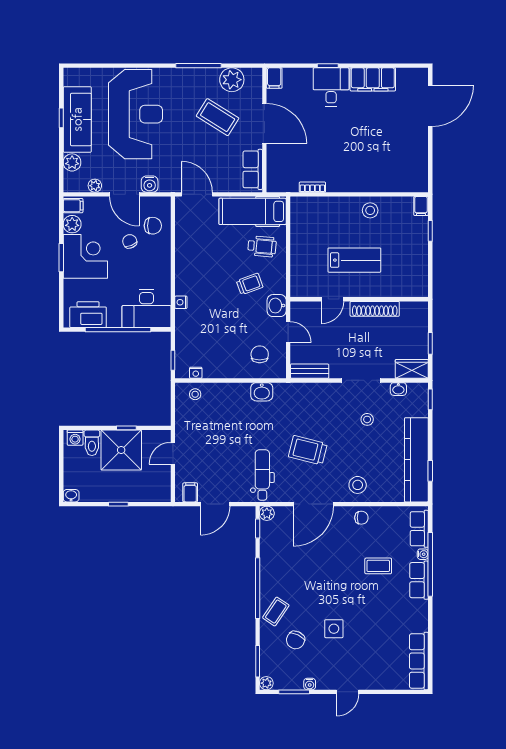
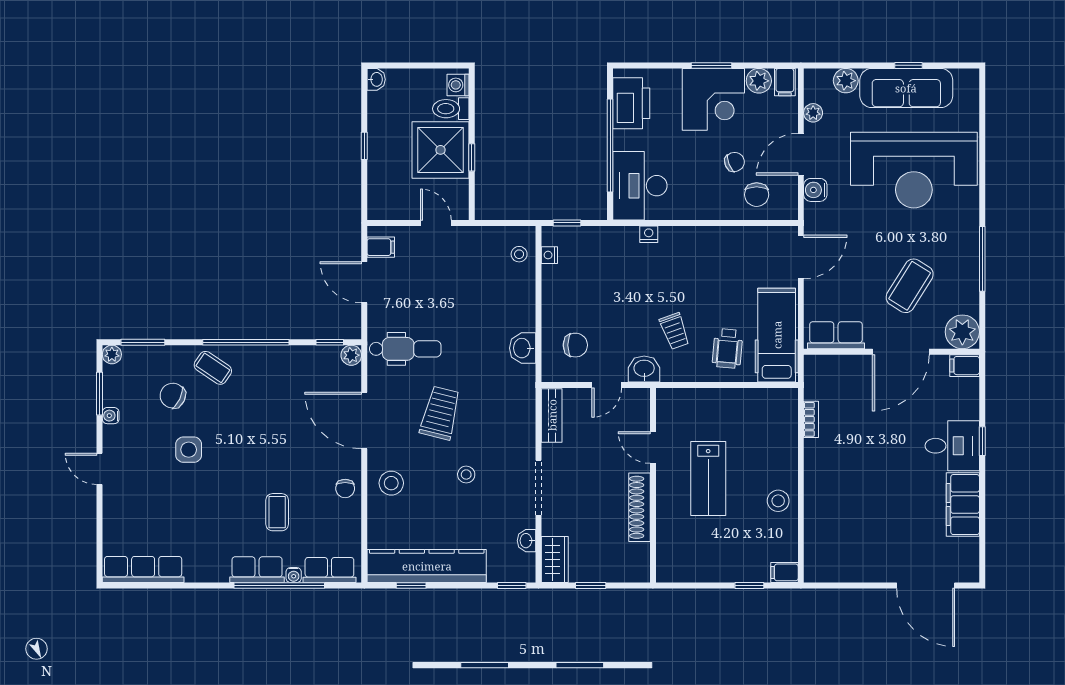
plant: (232, 80) -> (962, 332), moved
stool: (367, 419) -> (466, 475), moved

